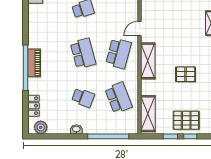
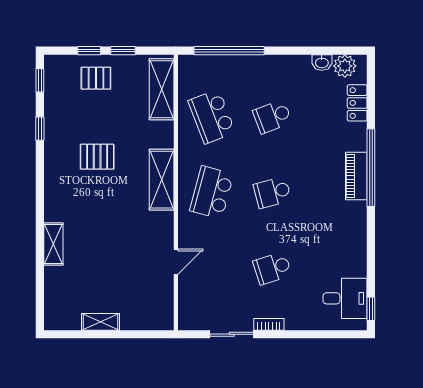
door: (139, 29) -> (176, 262), moved
school desk: (83, 53) -> (272, 192), width x0.54
school desk: (83, 98) -> (272, 117), turned -42
pallet: (186, 120) -> (96, 78), width x0.67, depth x0.71
washbasin: (76, 129) -> (322, 62), moved

